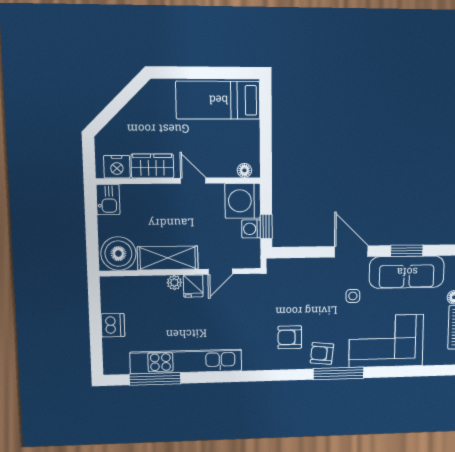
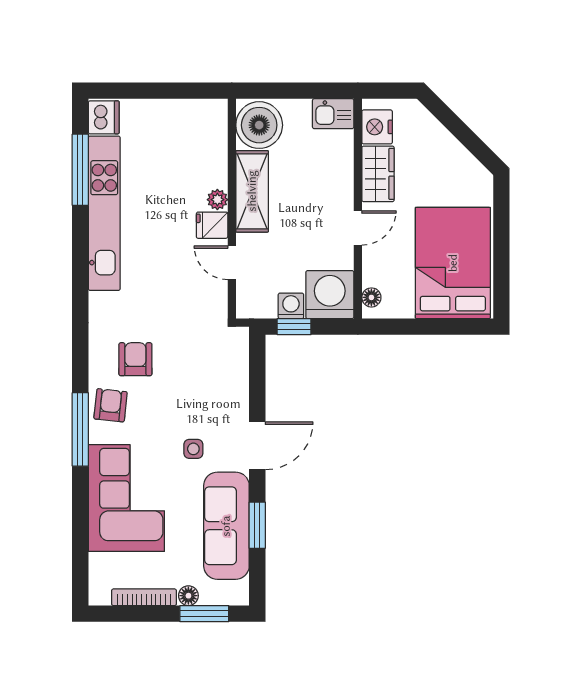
bed: (218, 100) -> (453, 263), width x1.50
dishwasher: (113, 325) -> (104, 117), moved, turned -90

